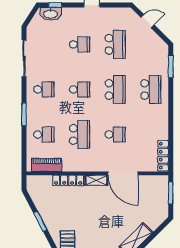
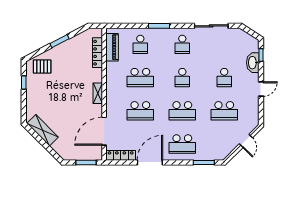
washbasin: (51, 14) -> (253, 63), moved
door: (171, 124) -> (150, 162), added
school desk: (115, 134) -> (140, 111), width x1.85
door: (123, 173) -> (104, 131), moved
locker: (68, 180) -> (98, 53), moved

